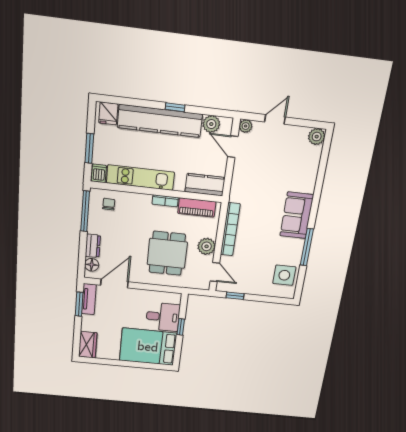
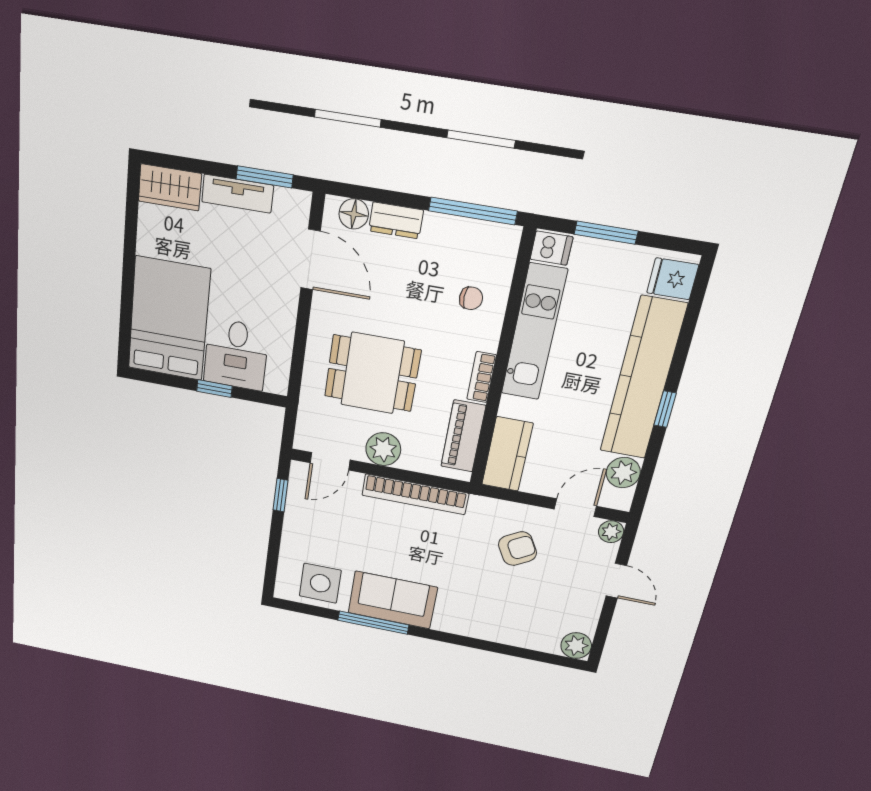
armchair: (258, 175) -> (517, 549), added
chair: (109, 204) -> (471, 298), moved
sofa: (297, 215) -> (392, 600), moved
tv unit: (89, 299) -> (237, 194), moved

